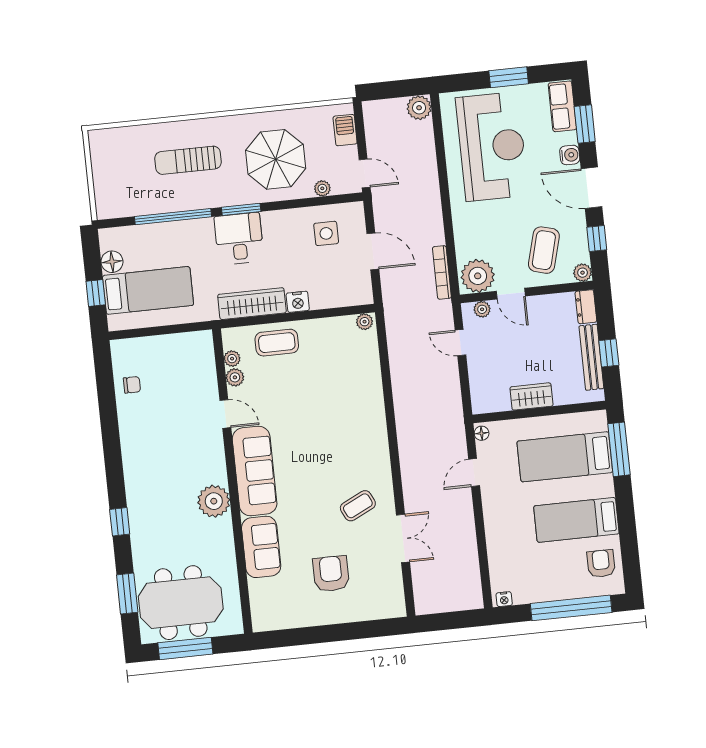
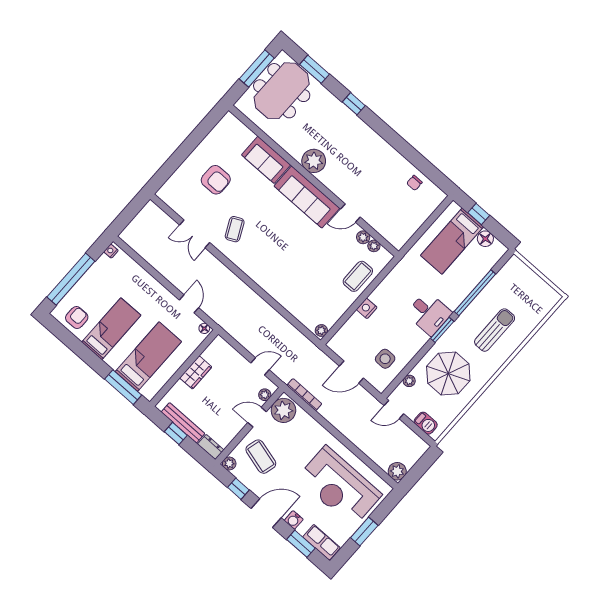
wardrobe: (252, 304) -> (390, 285), removed
armchair: (601, 564) -> (77, 318), turned -90

